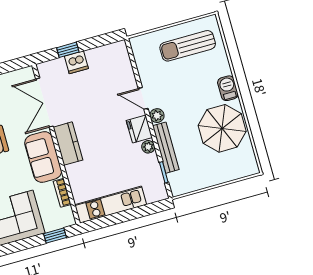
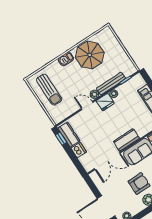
window: (68, 50) -> (61, 139), moved
kitchen counter: (106, 54) -> (69, 135), added
door: (143, 98) -> (87, 105), swing flipped

